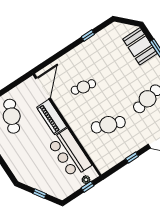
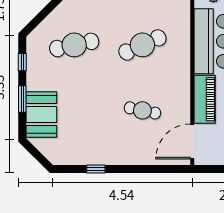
cafe table: (108, 125) -> (142, 45), turned -45

